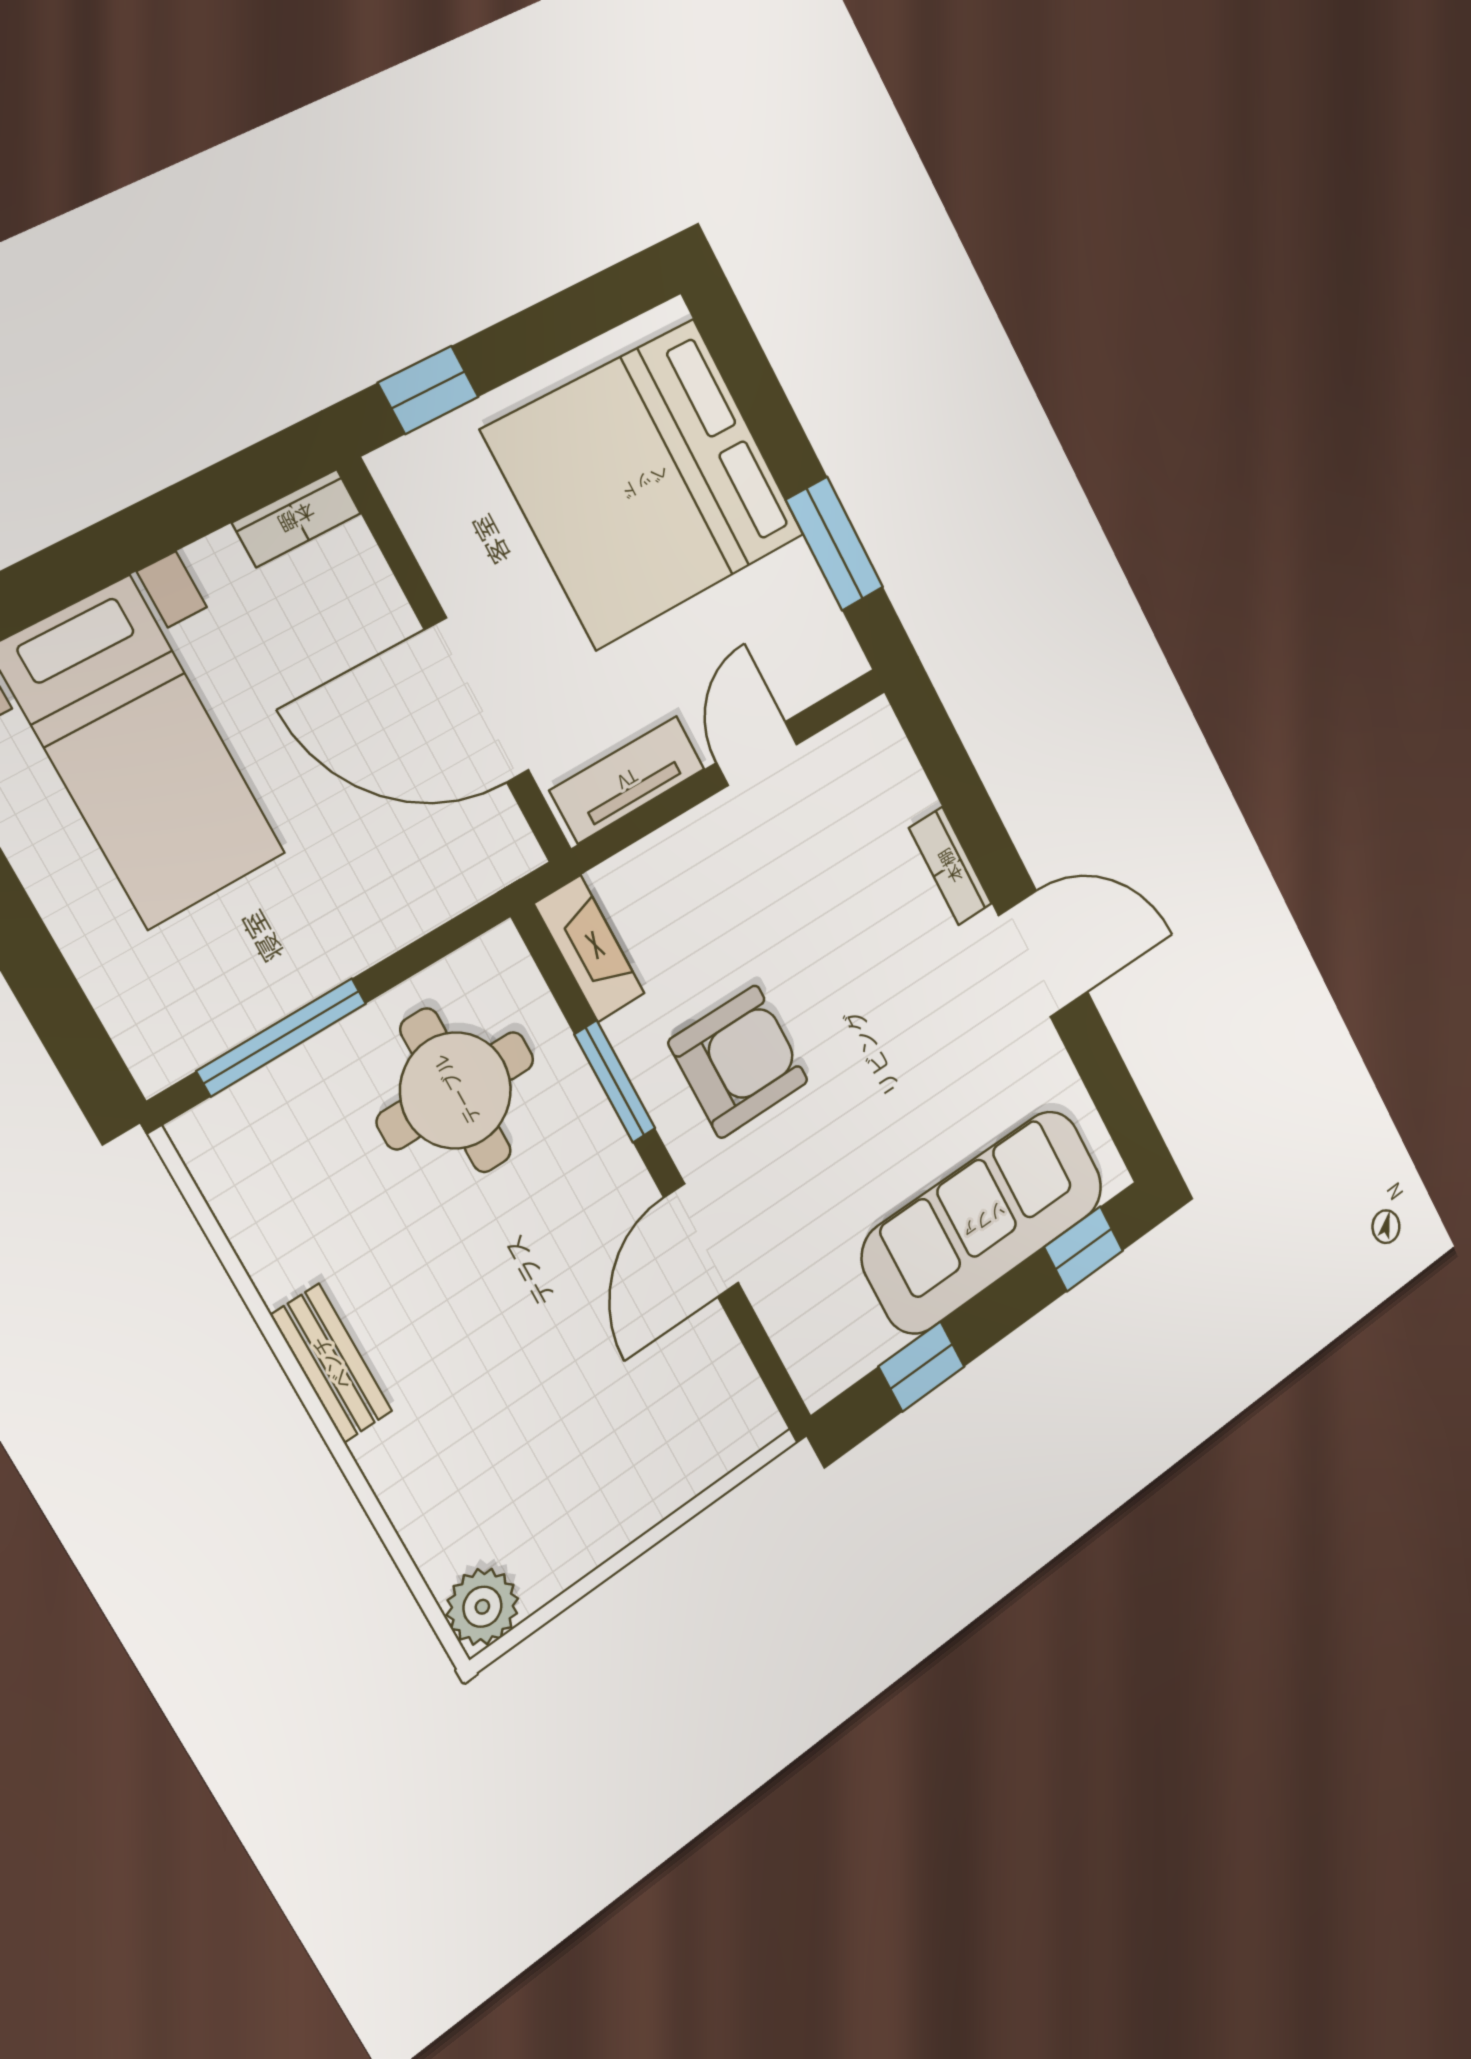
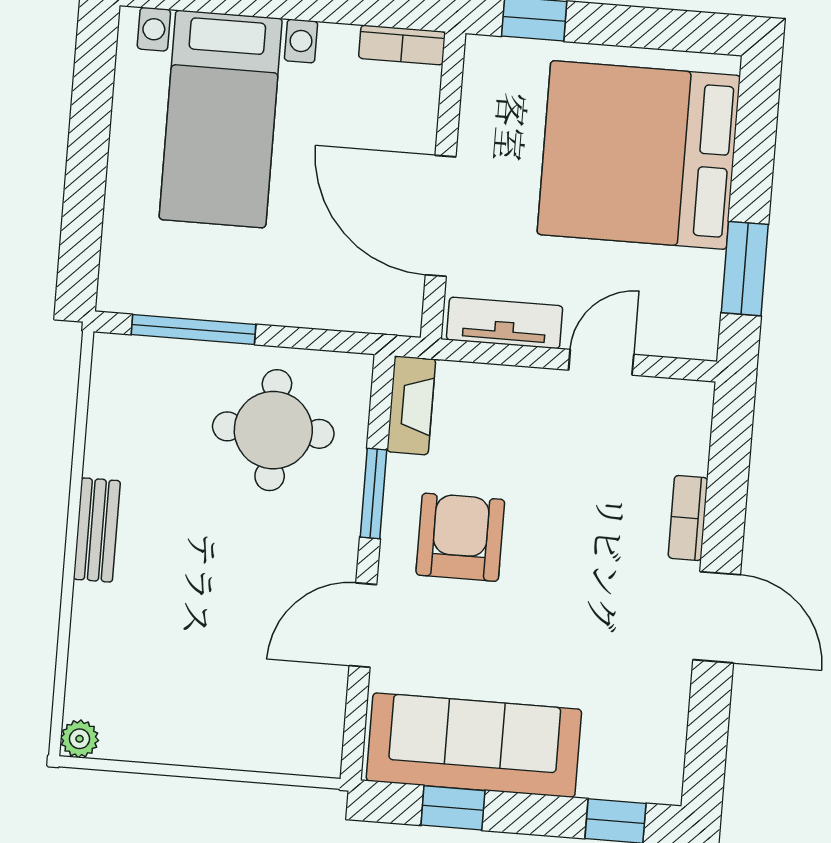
armchair: (738, 1062) -> (460, 537), turned -90
sofa: (984, 1221) -> (474, 745), moved
plant: (482, 1607) -> (80, 739), width x0.73, depth x0.73

